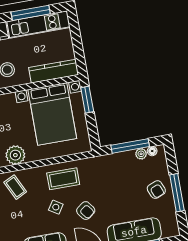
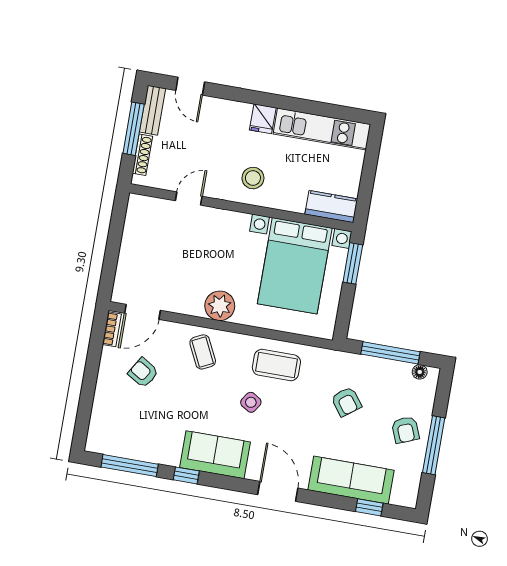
window: (31, 13) -> (317, 108), removed
kitchen counter: (54, 71) -> (331, 207), width x0.67
plant: (141, 154) -> (402, 370), removed
armchair: (86, 211) -> (346, 402), moved

